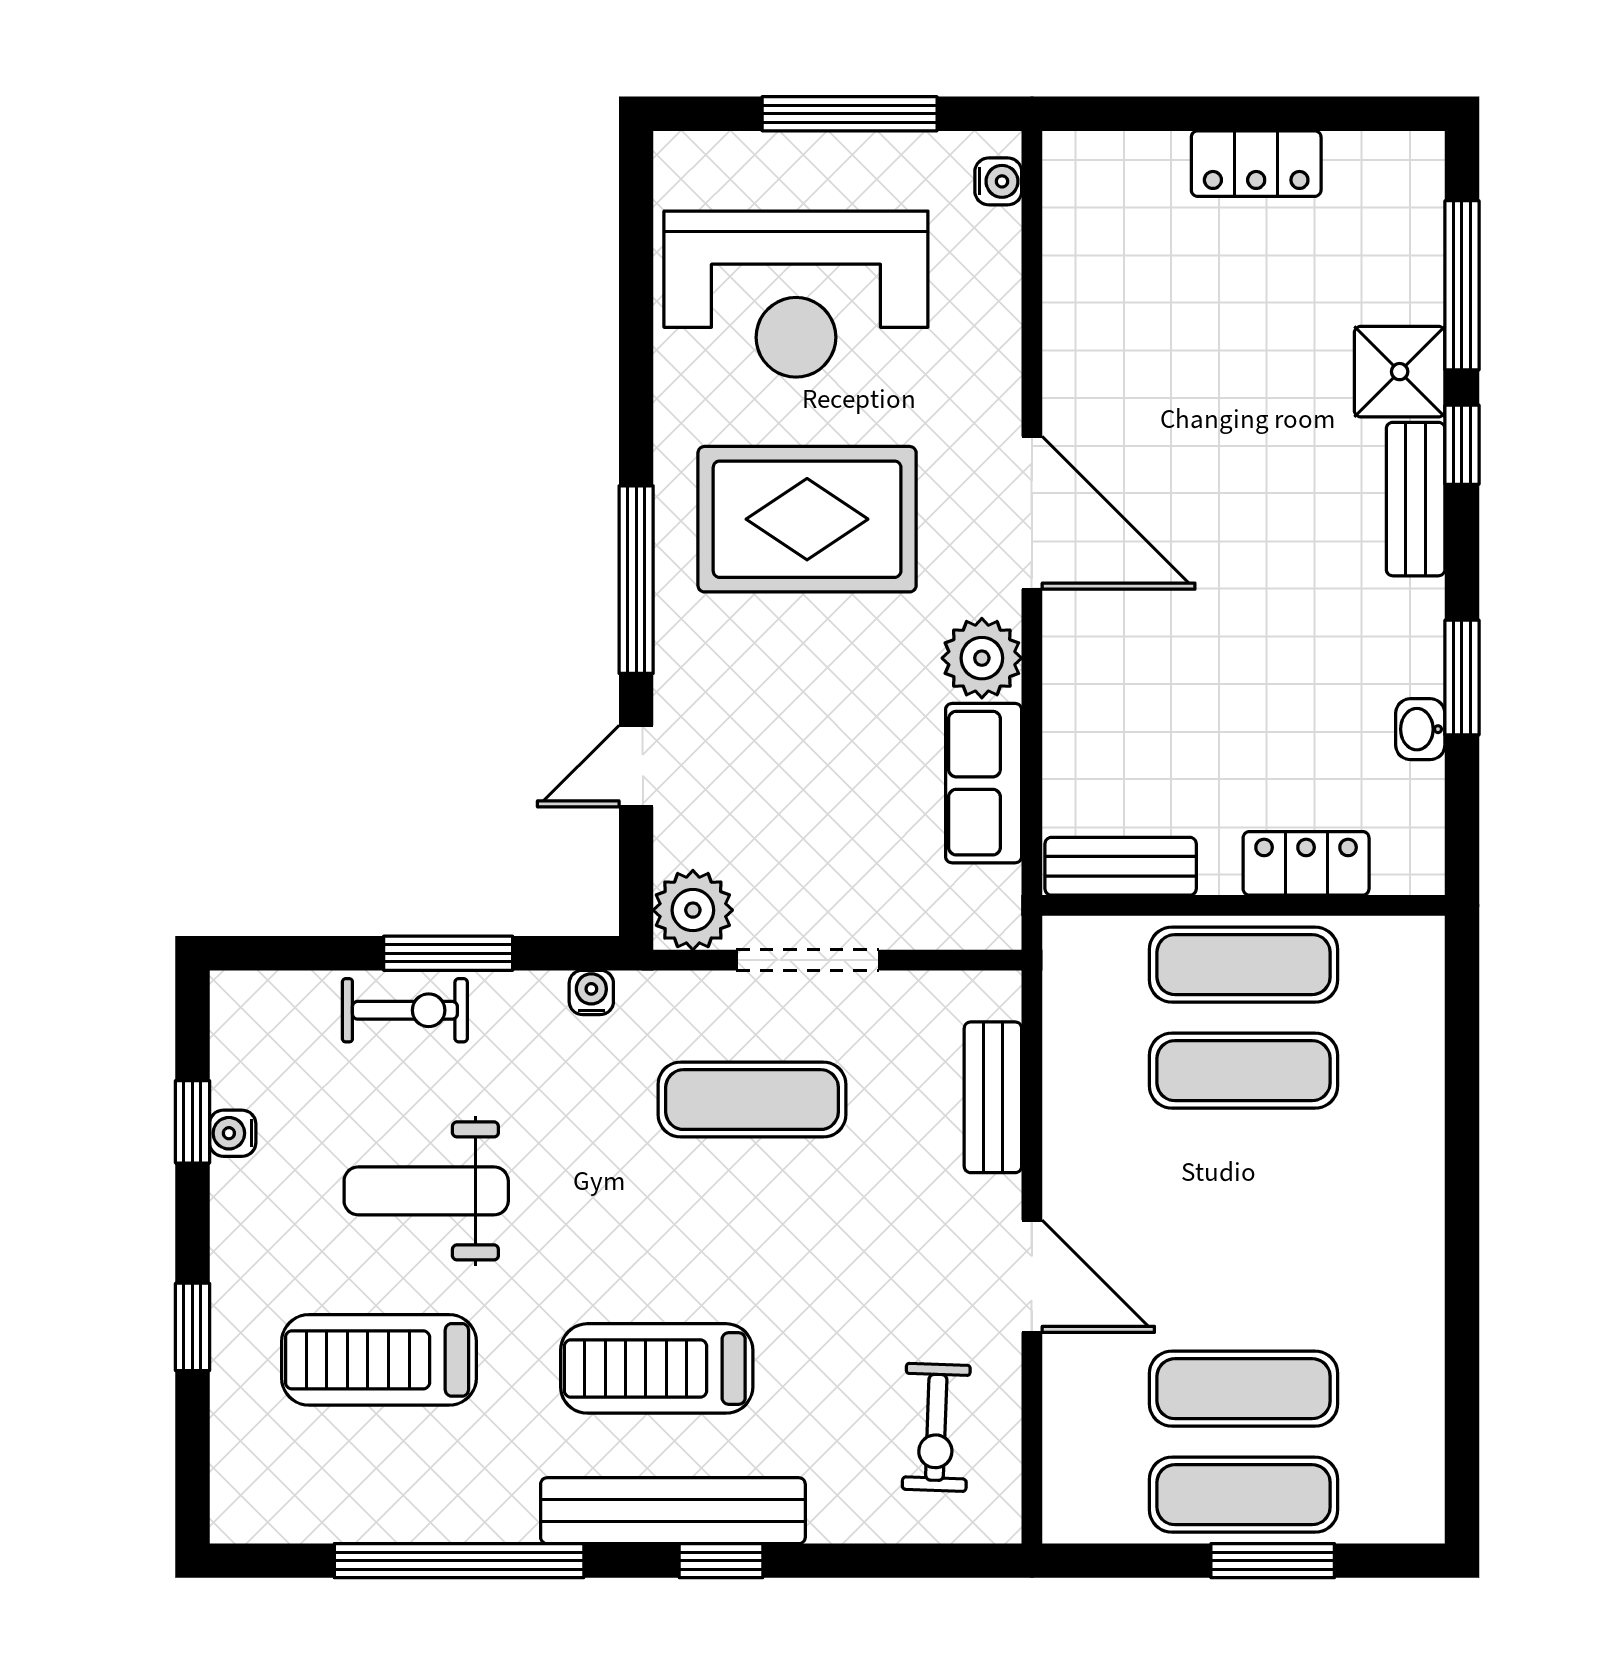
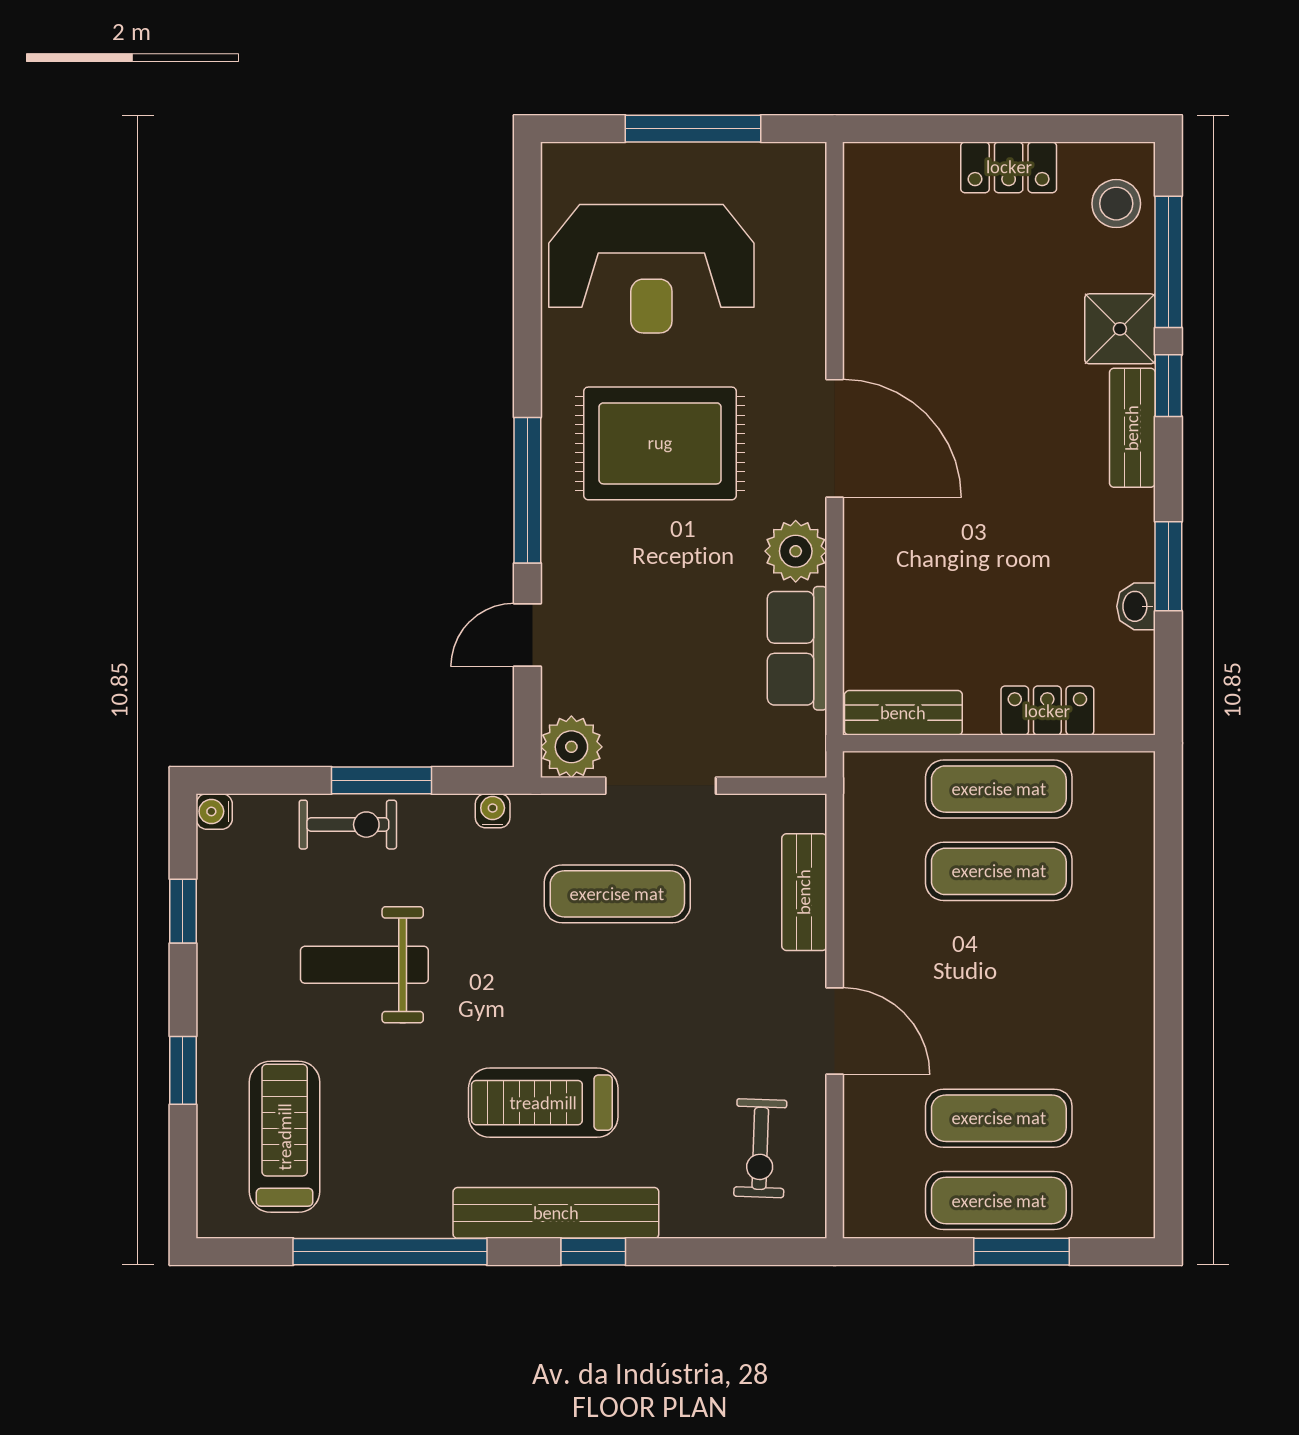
water cooler: (998, 181) -> (808, 181), removed
stool: (1395, 210) -> (1116, 204), added
water cooler: (233, 1133) -> (214, 811), moved
treadmill: (379, 1360) -> (285, 1137), moved, turned 90

